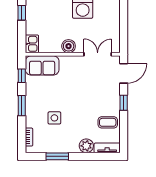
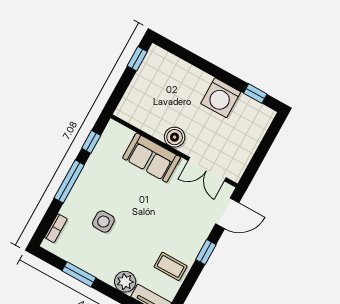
kitchen sink: (32, 44) -> (128, 107), removed
double door: (98, 54) -> (207, 169), swing flipped
sofa: (42, 65) -> (152, 158), moved
window: (22, 106) -> (69, 182), width x1.44

